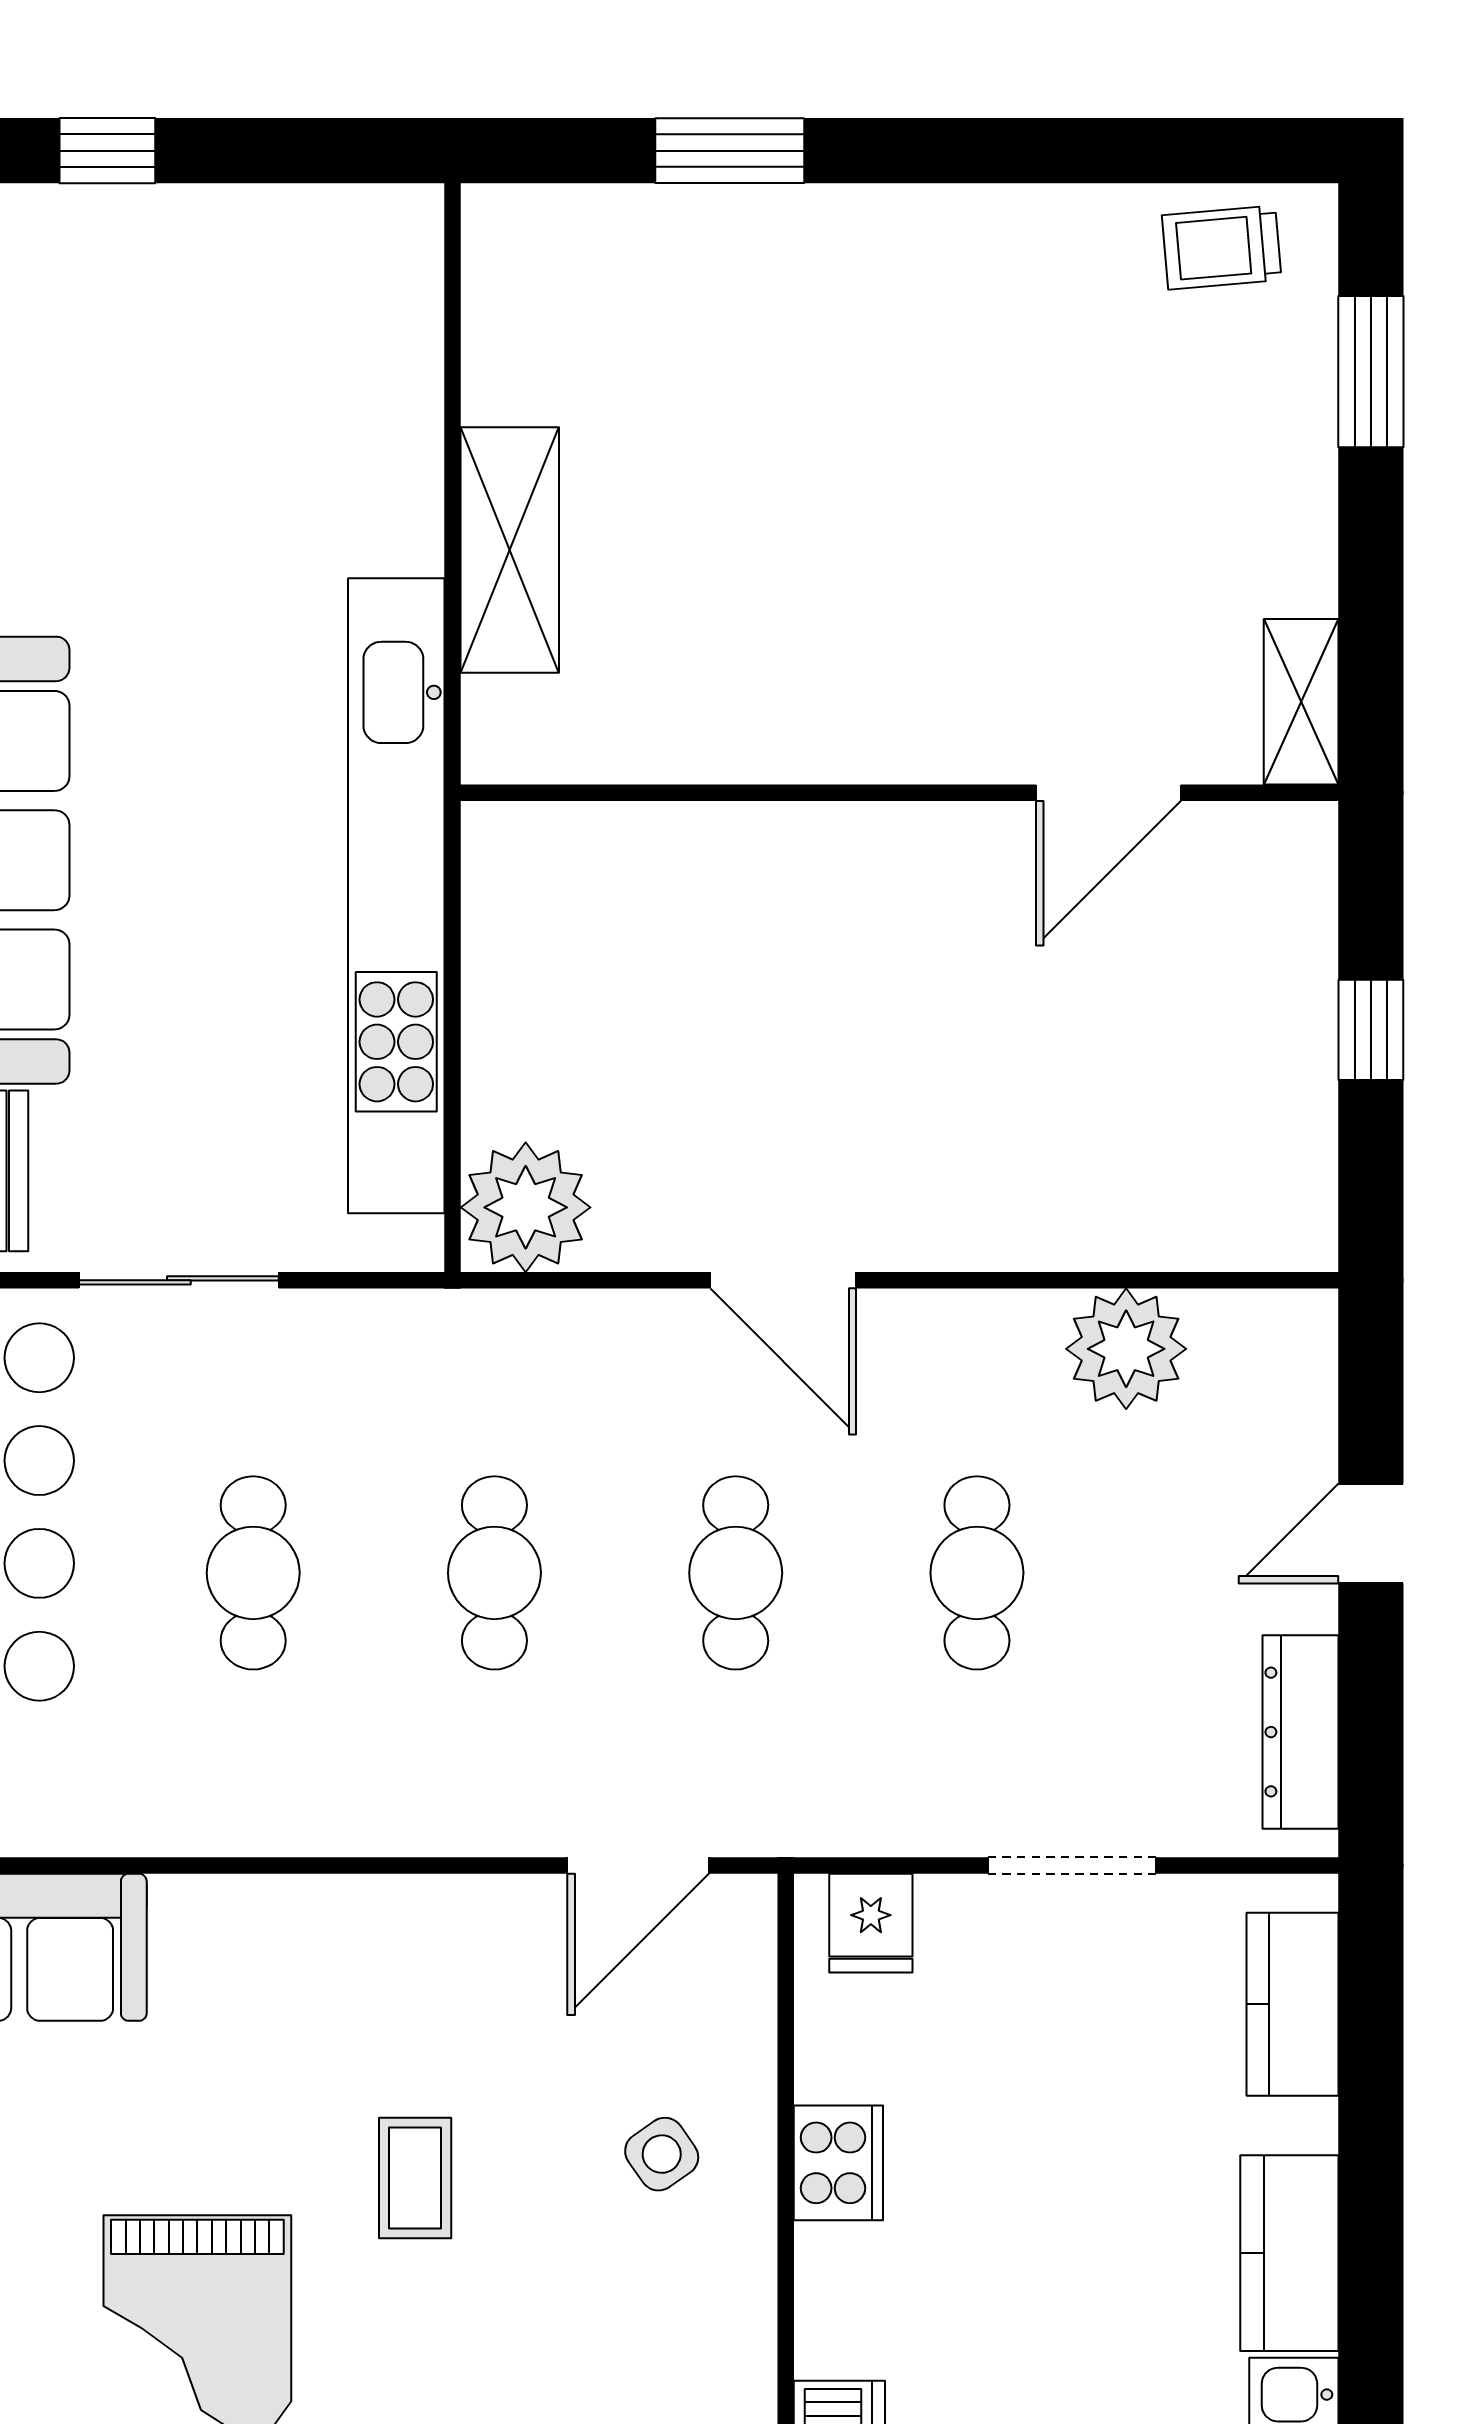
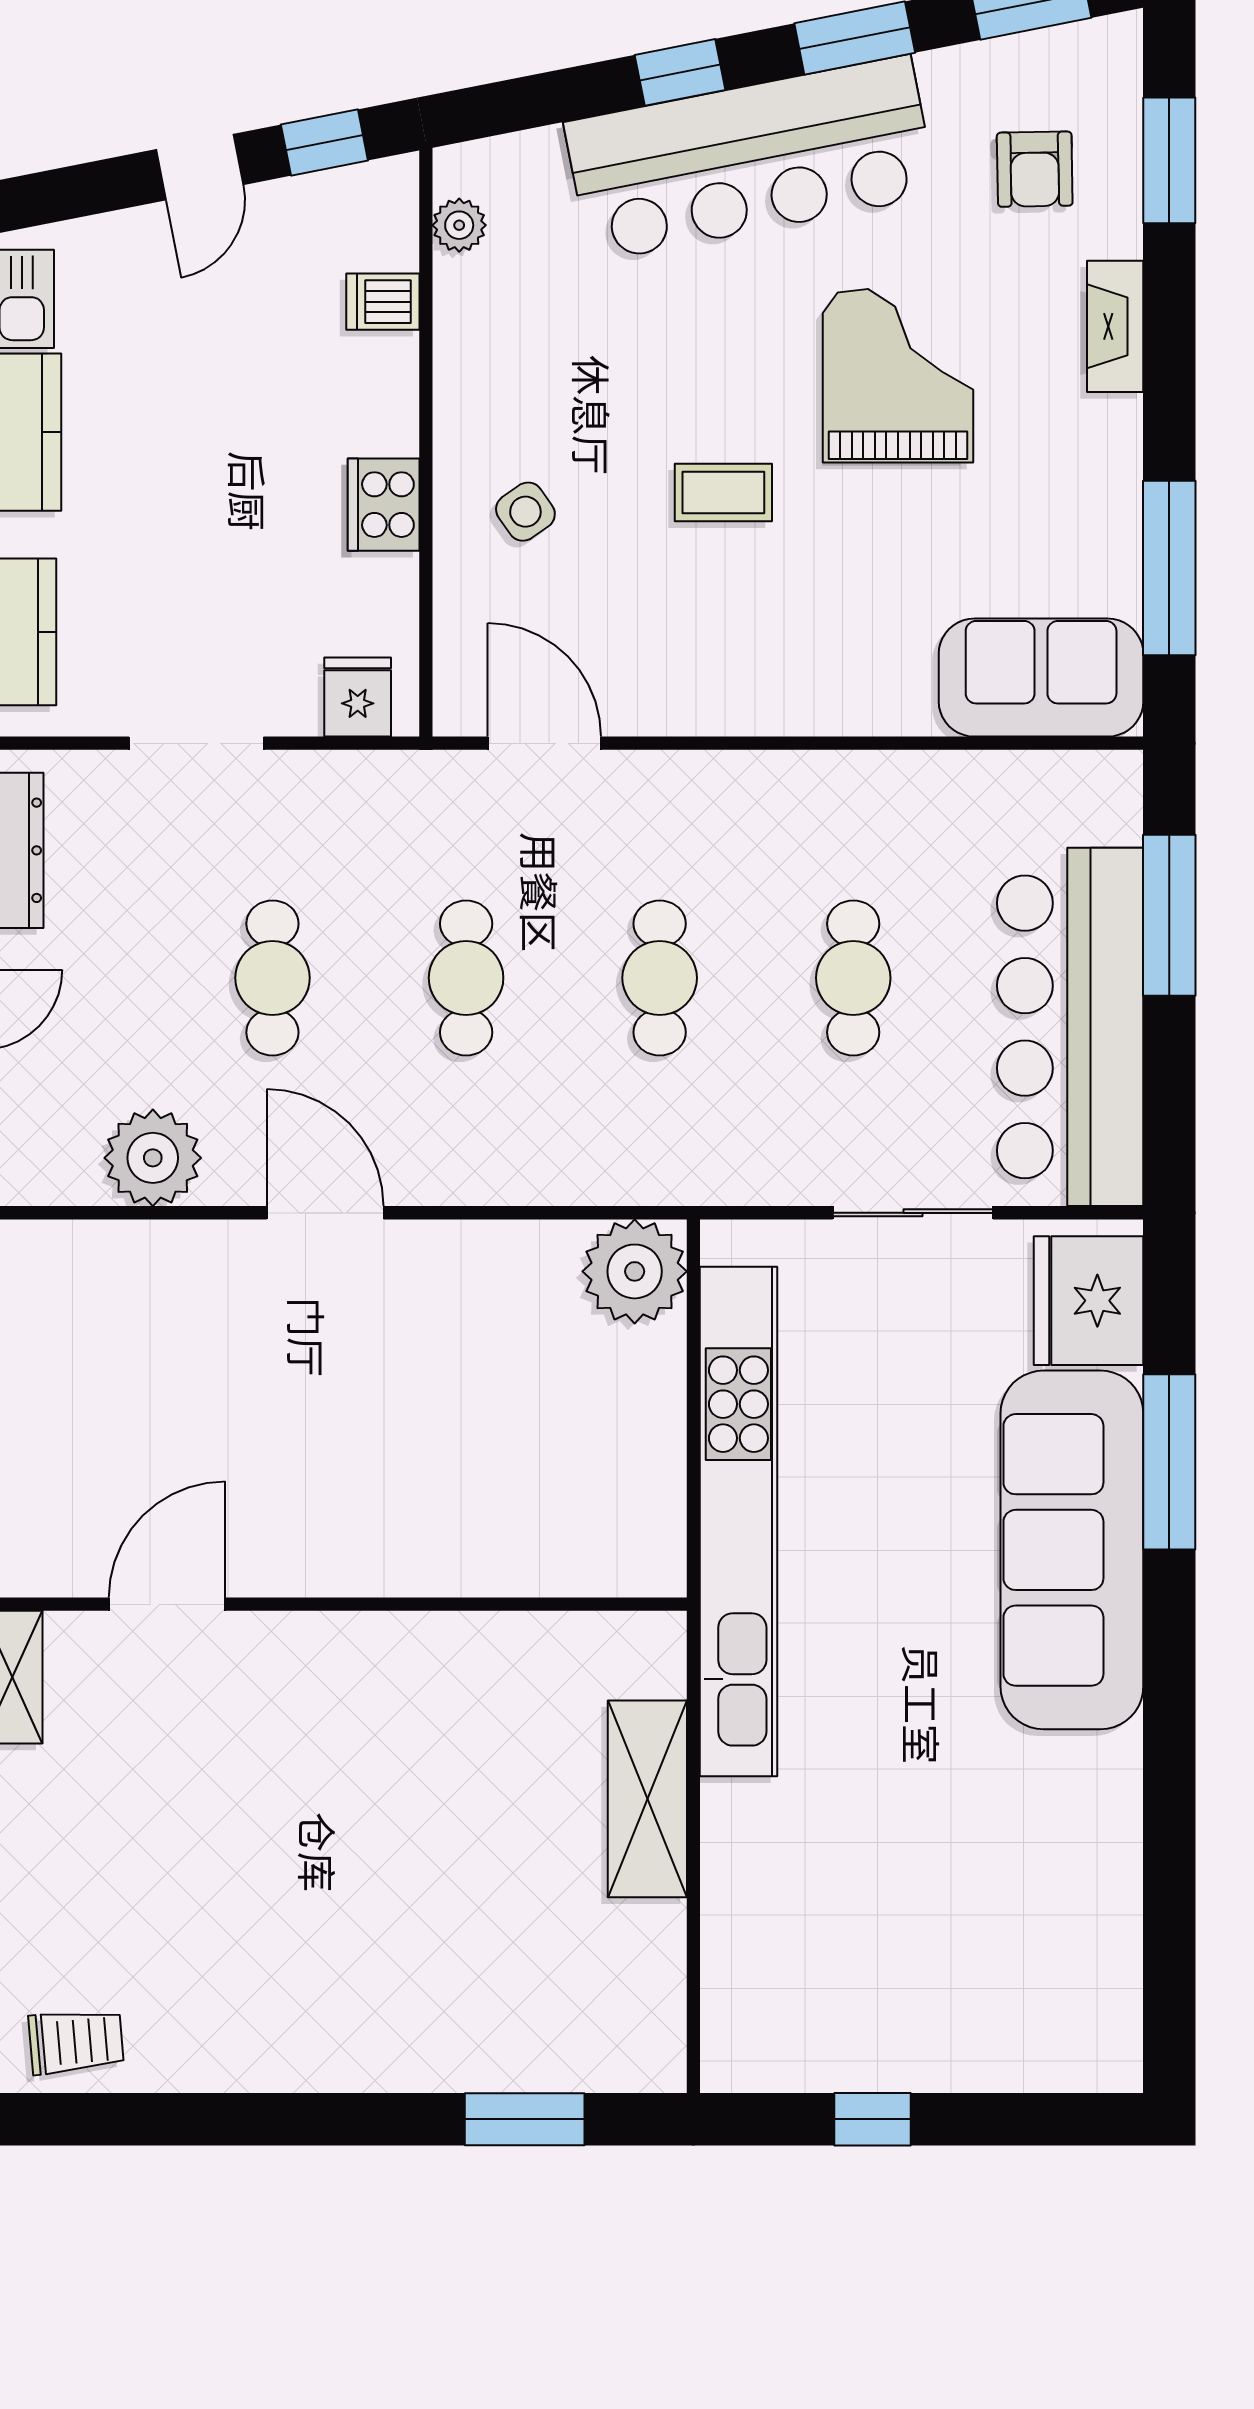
window: (107, 151) -> (872, 2119), moved
window: (730, 151) -> (525, 2119), moved
door: (783, 1280) -> (325, 1213), moved
door: (638, 1865) -> (544, 743), hinge flipped
coffee table: (415, 2178) -> (723, 493), turned 90

